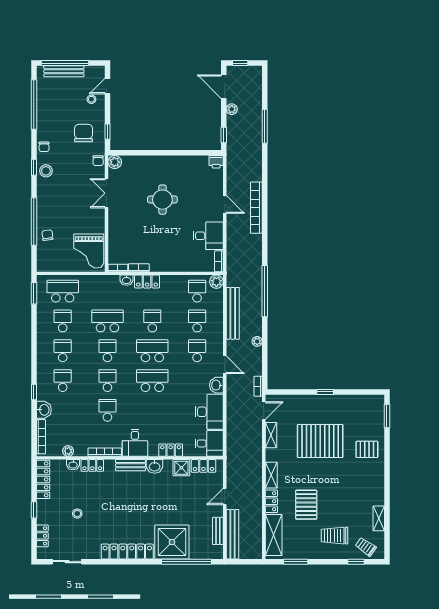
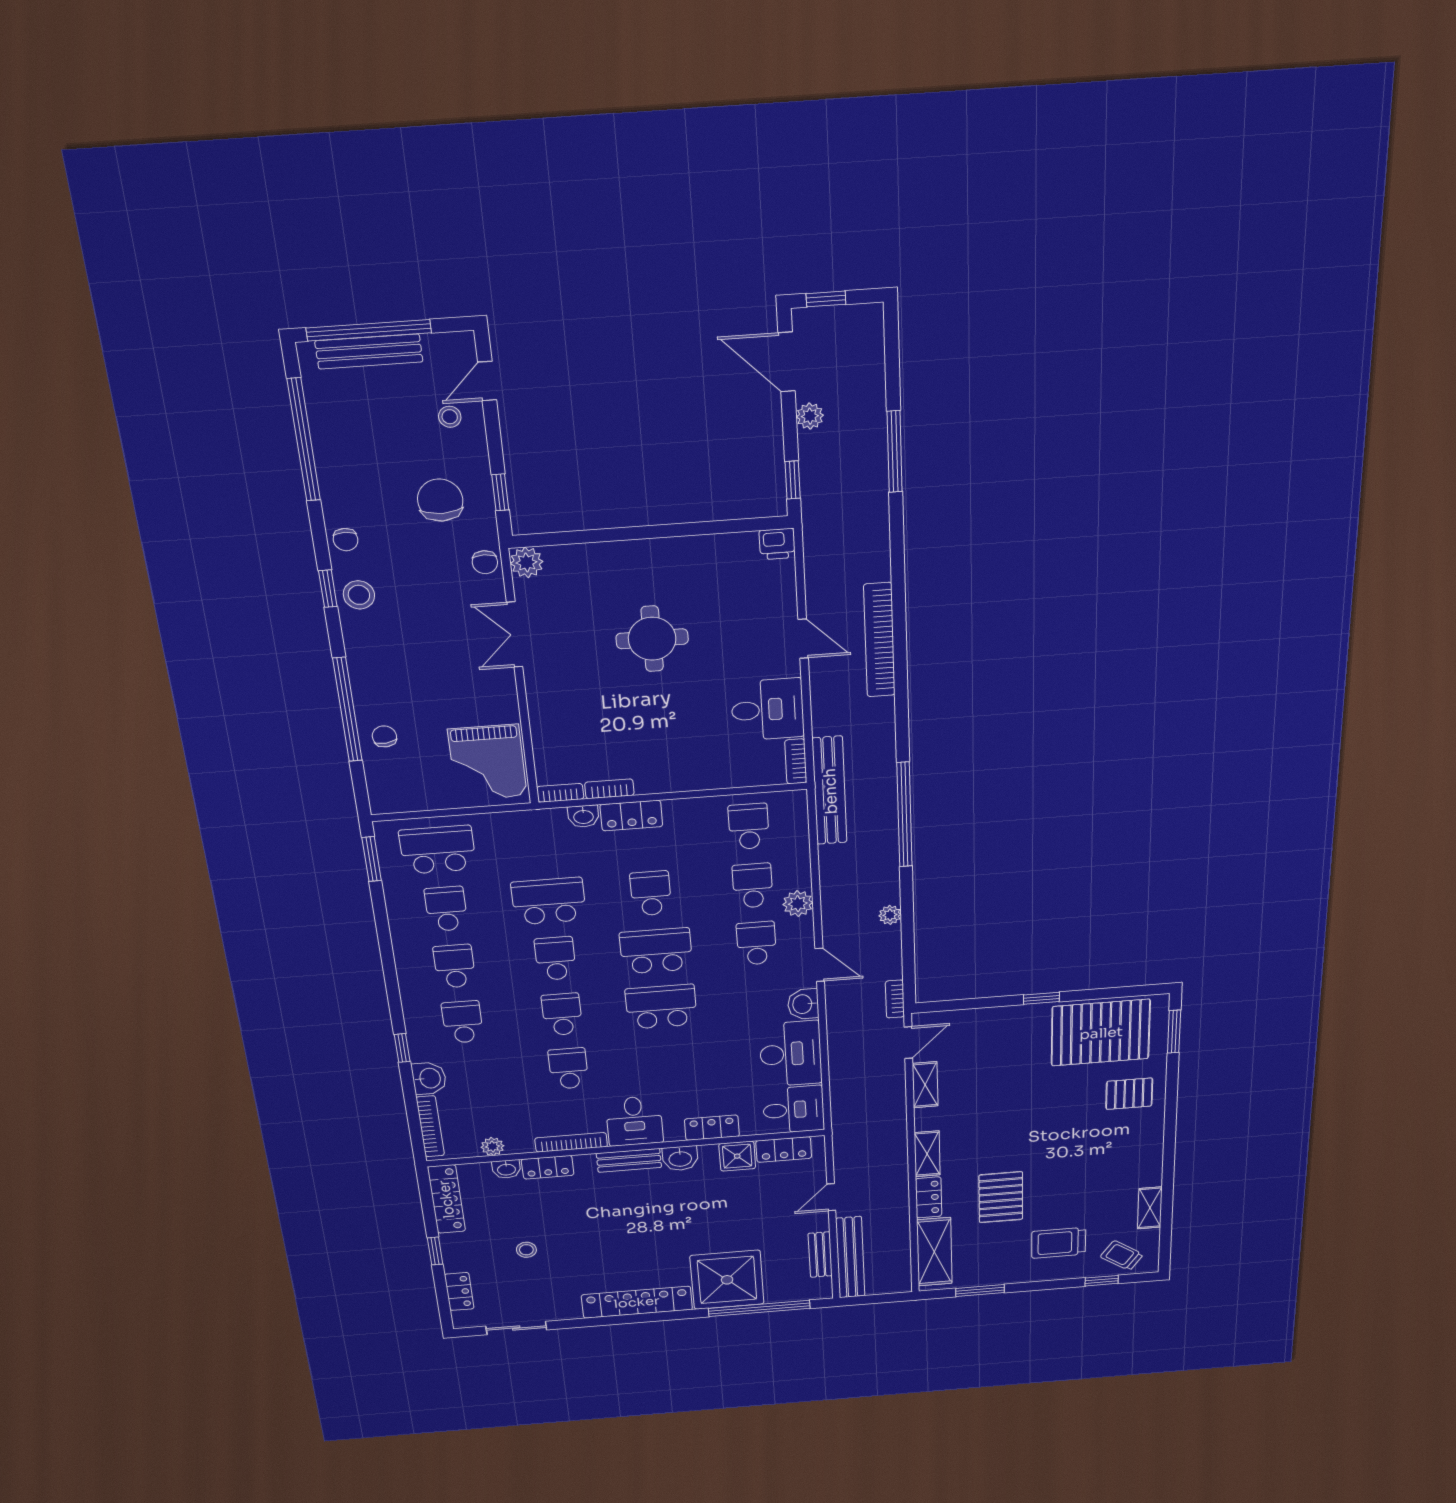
plant: (216, 282) -> (798, 904), moved
bench: (233, 313) -> (830, 791), moved
pallet: (320, 441) -> (1101, 1033), moved

